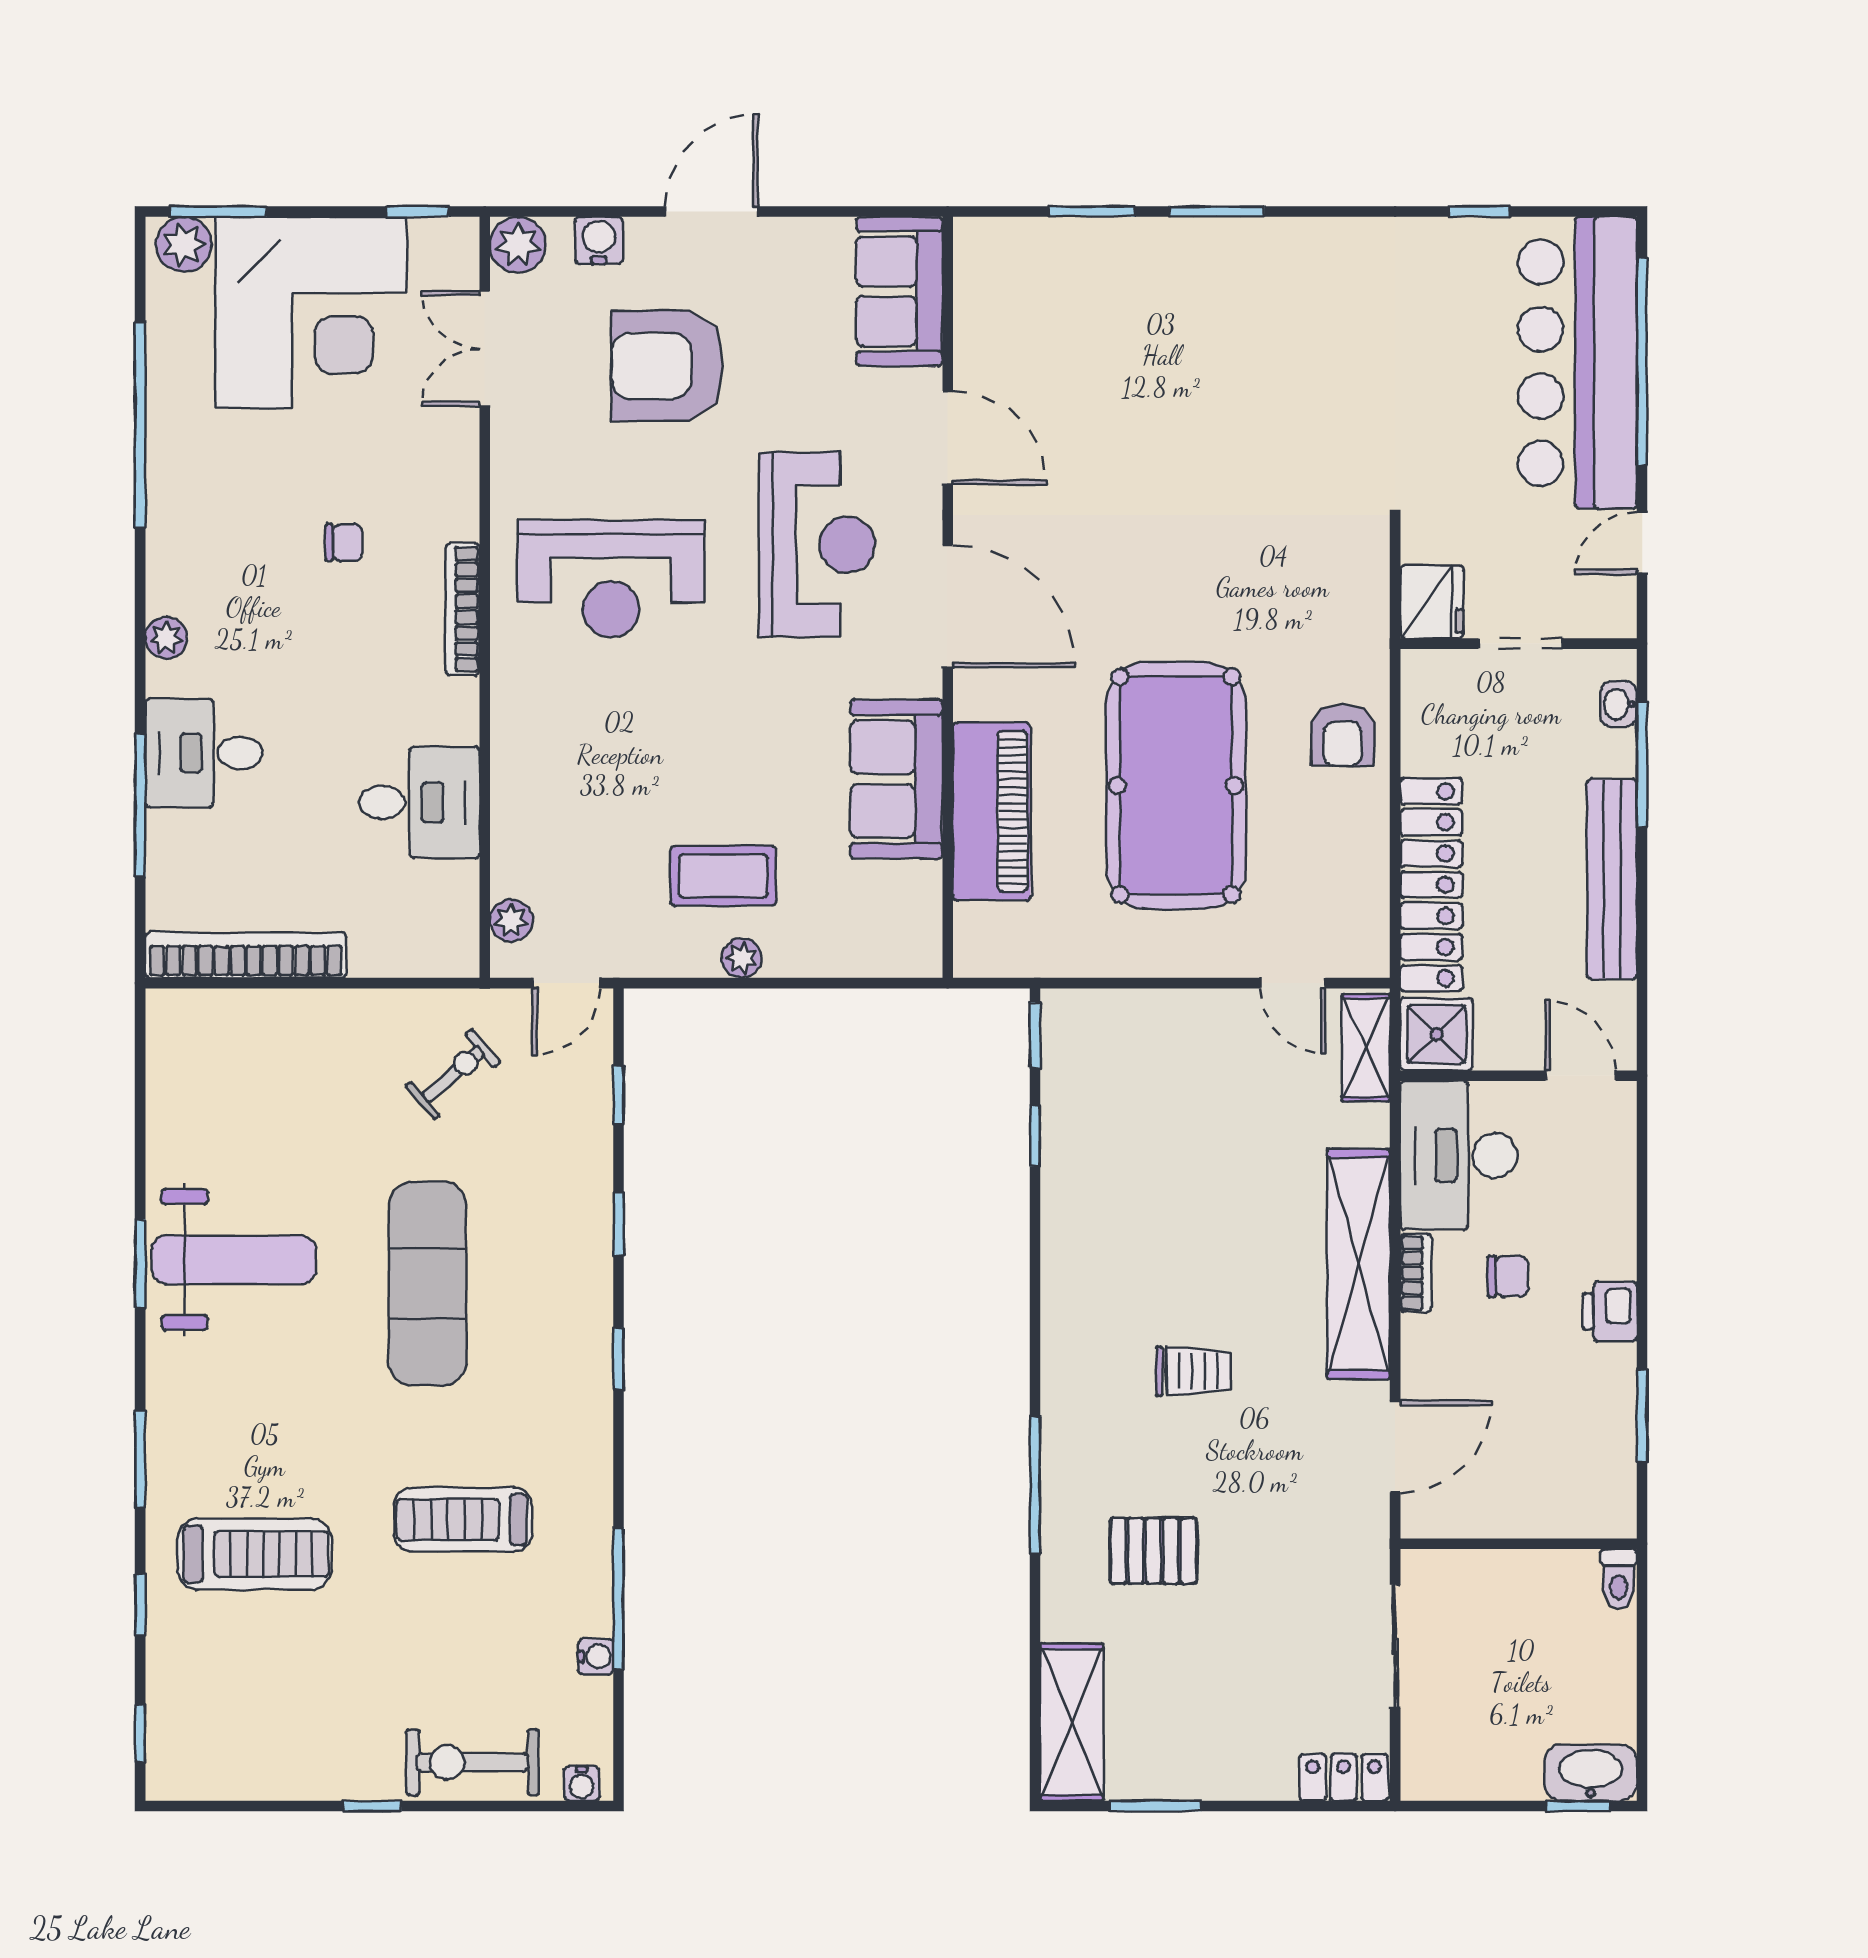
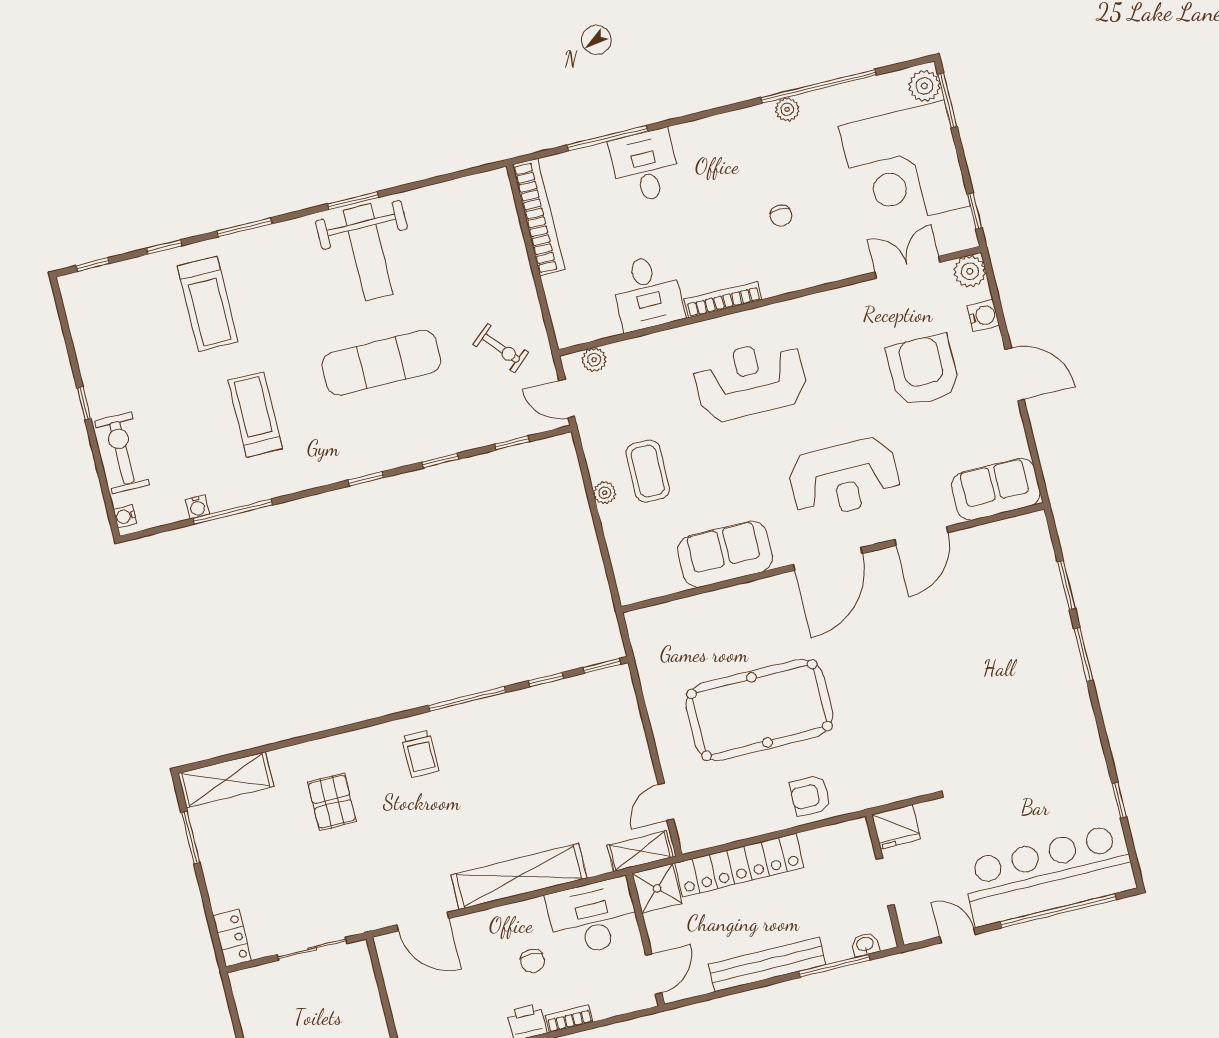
reception desk: (611, 579) -> (750, 380), moved, turned 90
bookcase: (463, 609) -> (723, 299), moved
plant: (166, 638) -> (787, 109), moved
piano: (992, 811) -> (720, 611), removed
bookcase: (1416, 1273) -> (569, 1019), moved, turned 180
trolley: (1193, 1371) -> (420, 754), moved
window: (1035, 1485) -> (467, 699), moved

